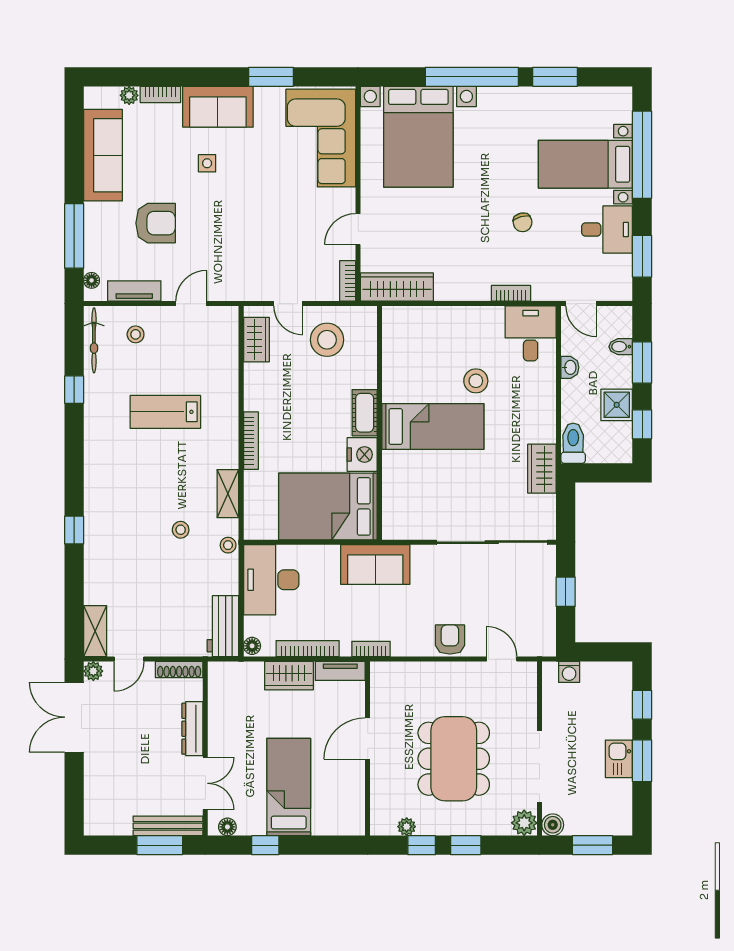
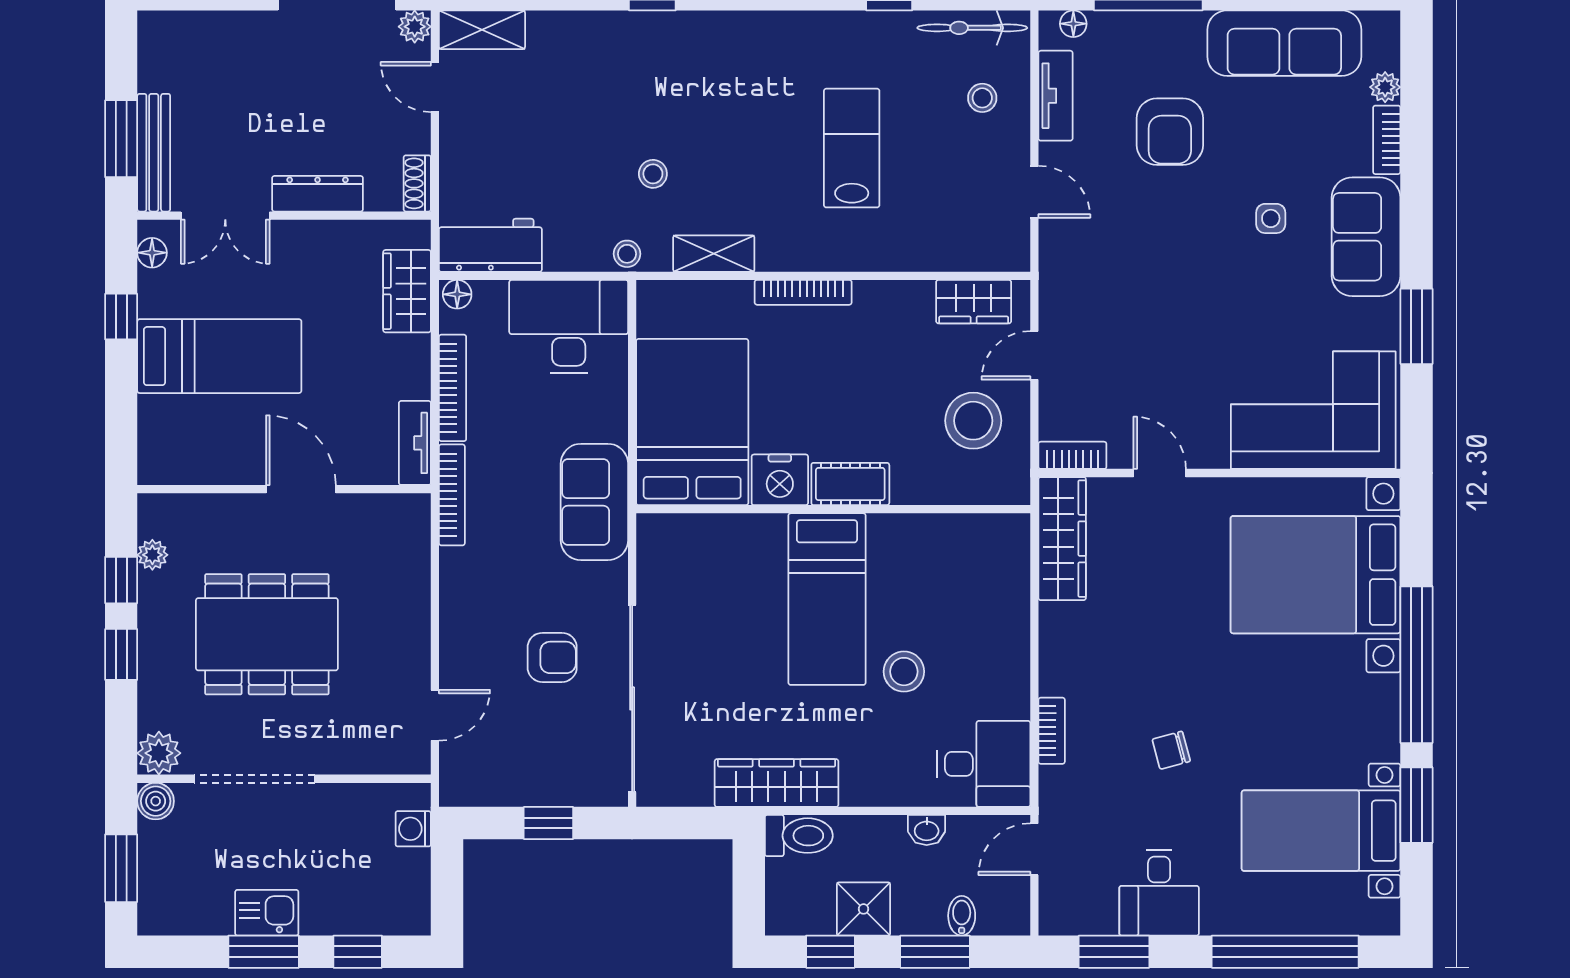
bed with nightstands: (585, 164) -> (1321, 831), moved, turned -90
wardrobe: (542, 469) -> (777, 783), width x1.50
armchair: (450, 640) -> (552, 657), moved
bookcase: (371, 649) -> (452, 495), width x1.56
shoe rack: (179, 670) -> (417, 183), width x0.70
wardrobe: (289, 676) -> (407, 291), moved

